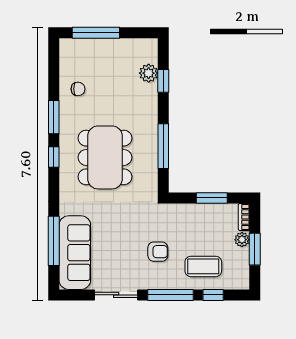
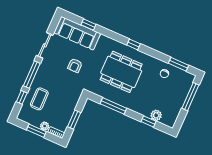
window: (54, 117) -> (178, 64), moved
window: (54, 241) -> (88, 25), width x0.46
armchair: (158, 252) -> (75, 65), moved

